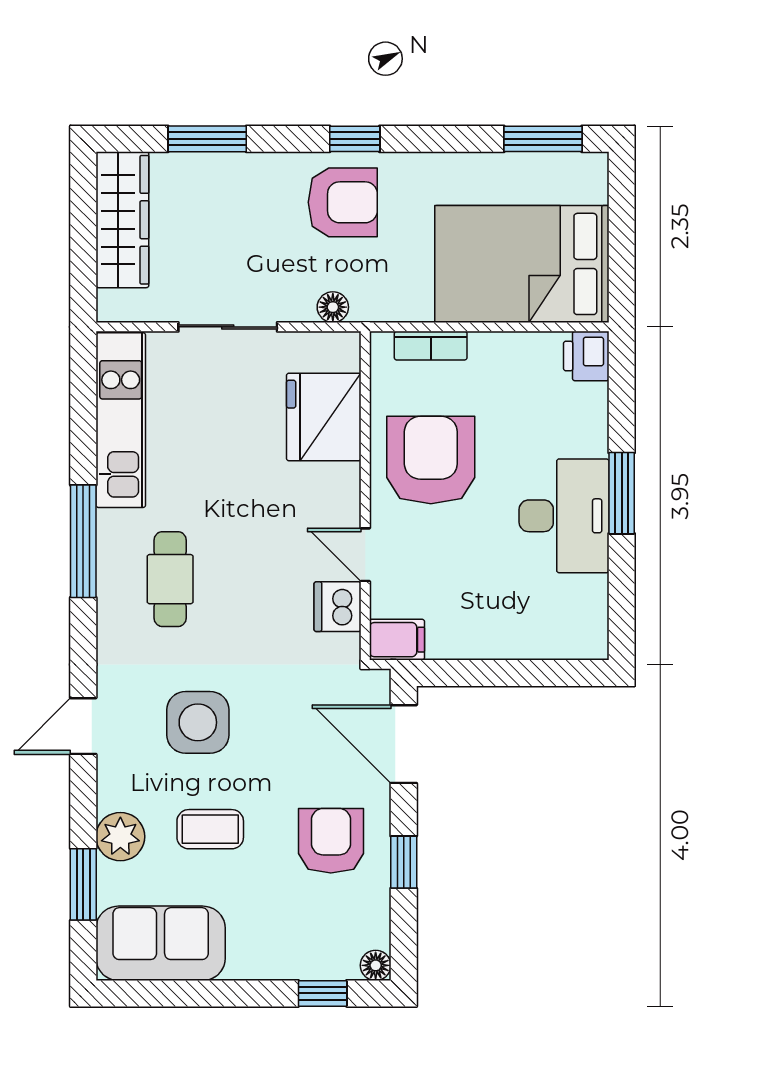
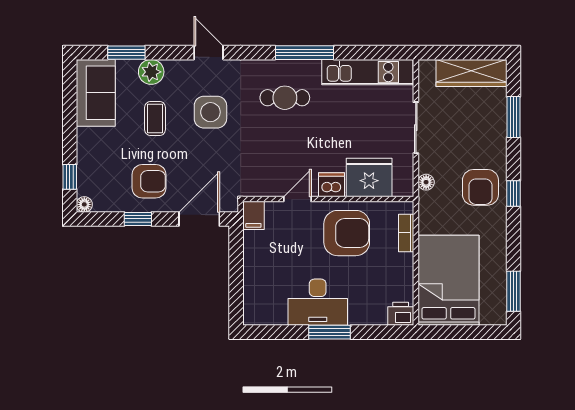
dishwasher: (338, 607) -> (332, 185), moved

